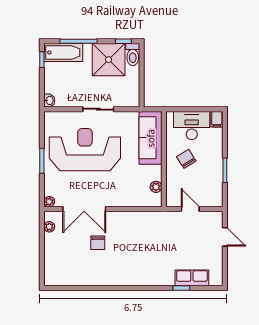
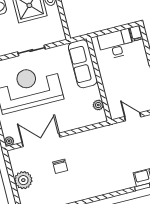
chair: (186, 159) -> (118, 74), removed
double door: (84, 209) -> (41, 140), swing flipped
plant: (49, 227) -> (23, 180), moved, width x1.88, depth x1.88

